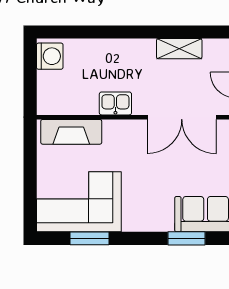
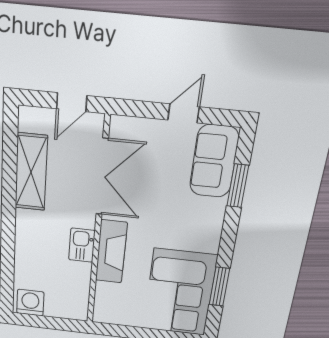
shelving: (179, 49) -> (31, 172), width x1.50, depth x1.33
fireplace: (71, 132) -> (111, 252), moved

